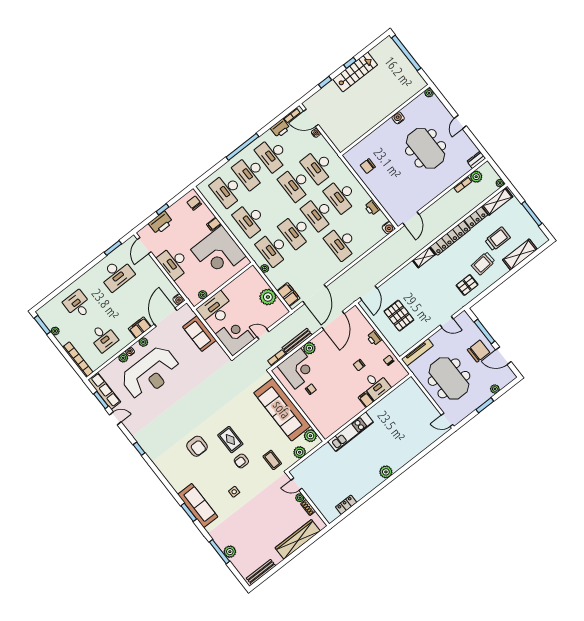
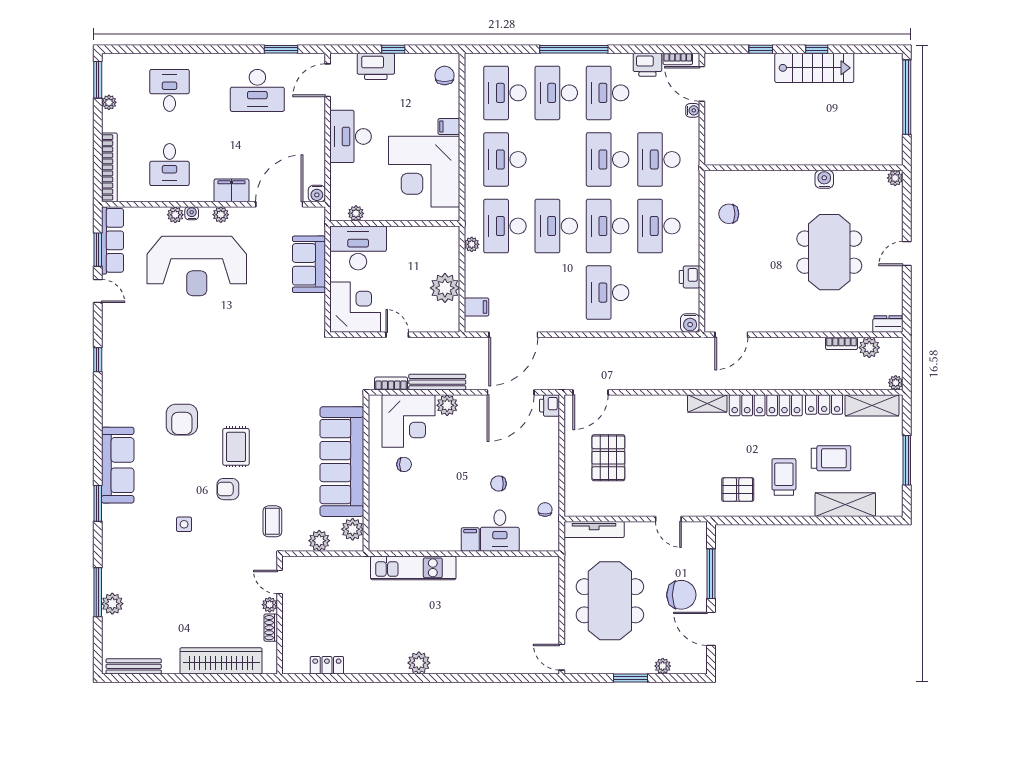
trolley: (483, 263) -> (784, 477), turned 95
filing cabinet: (288, 295) -> (476, 307), width x0.50
printer: (374, 338) -> (550, 406), moved
sofa: (198, 506) -> (118, 465), moved

